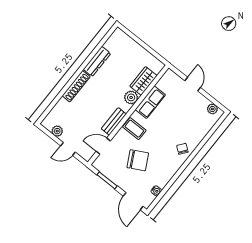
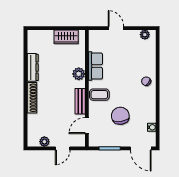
wardrobe: (143, 81) -> (66, 37), moved, turned -90
chair: (138, 160) -> (120, 116), turned -70

